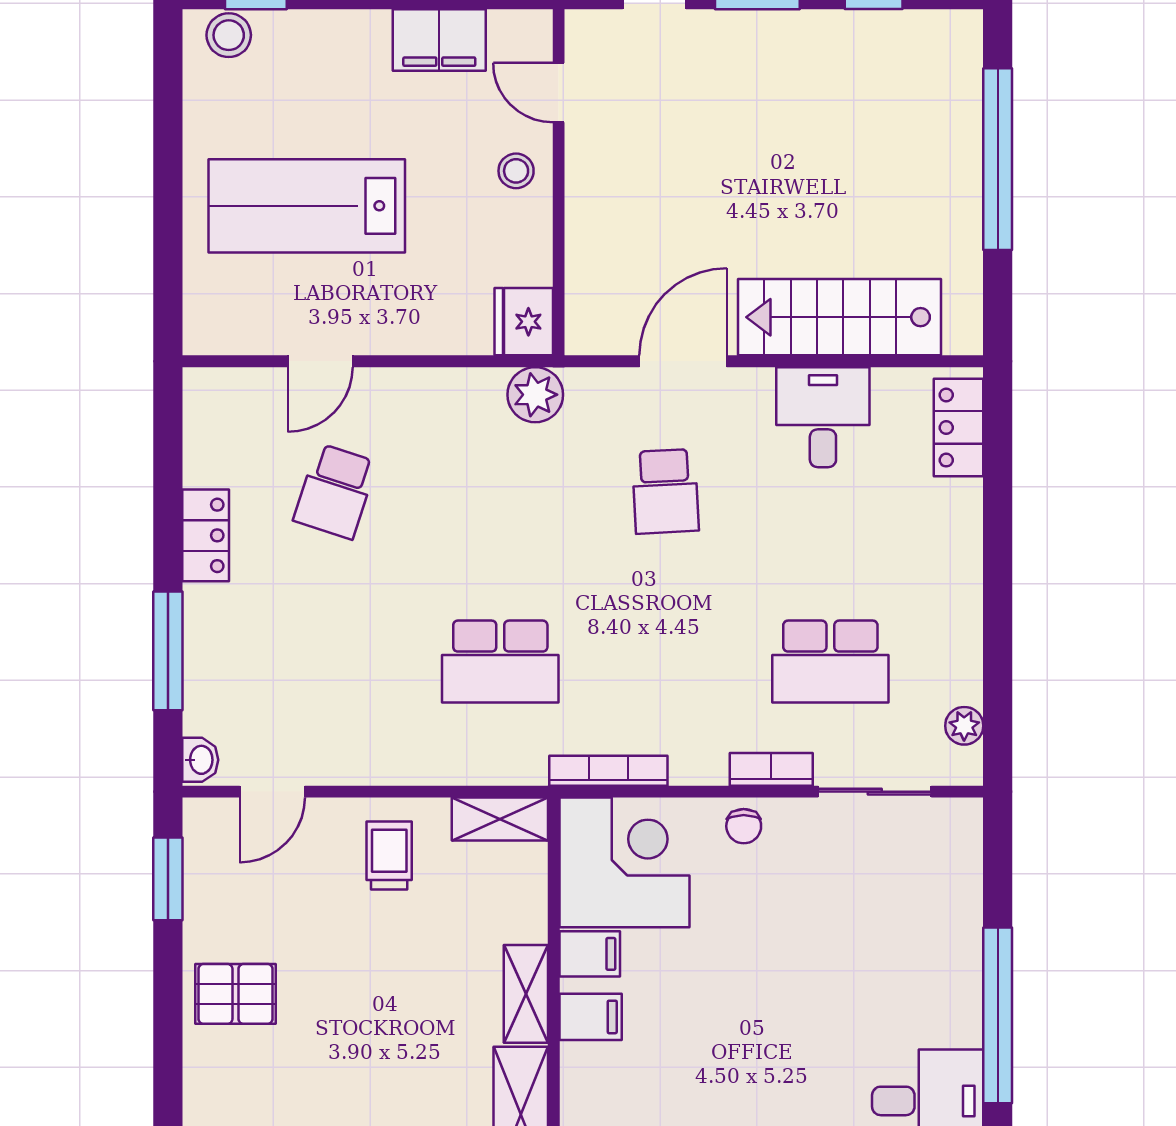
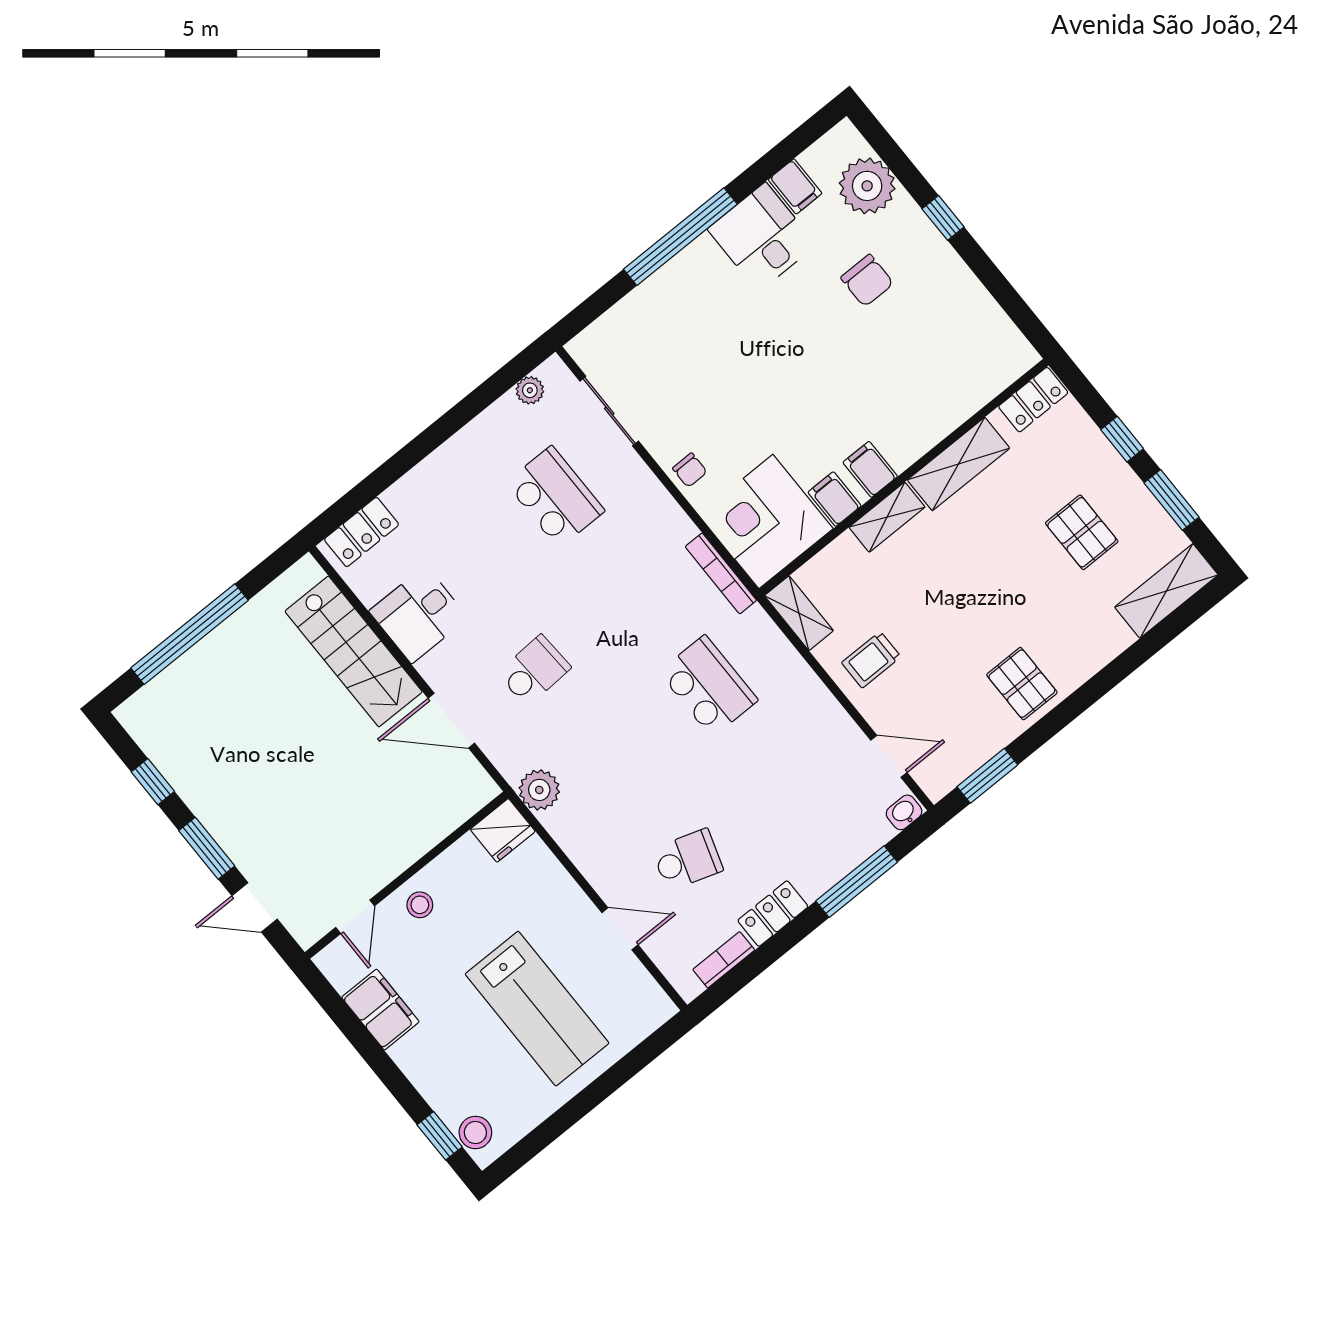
bookcase: (771, 769) -> (724, 960), moved, turned 90
chair: (744, 826) -> (690, 470), turned 90

